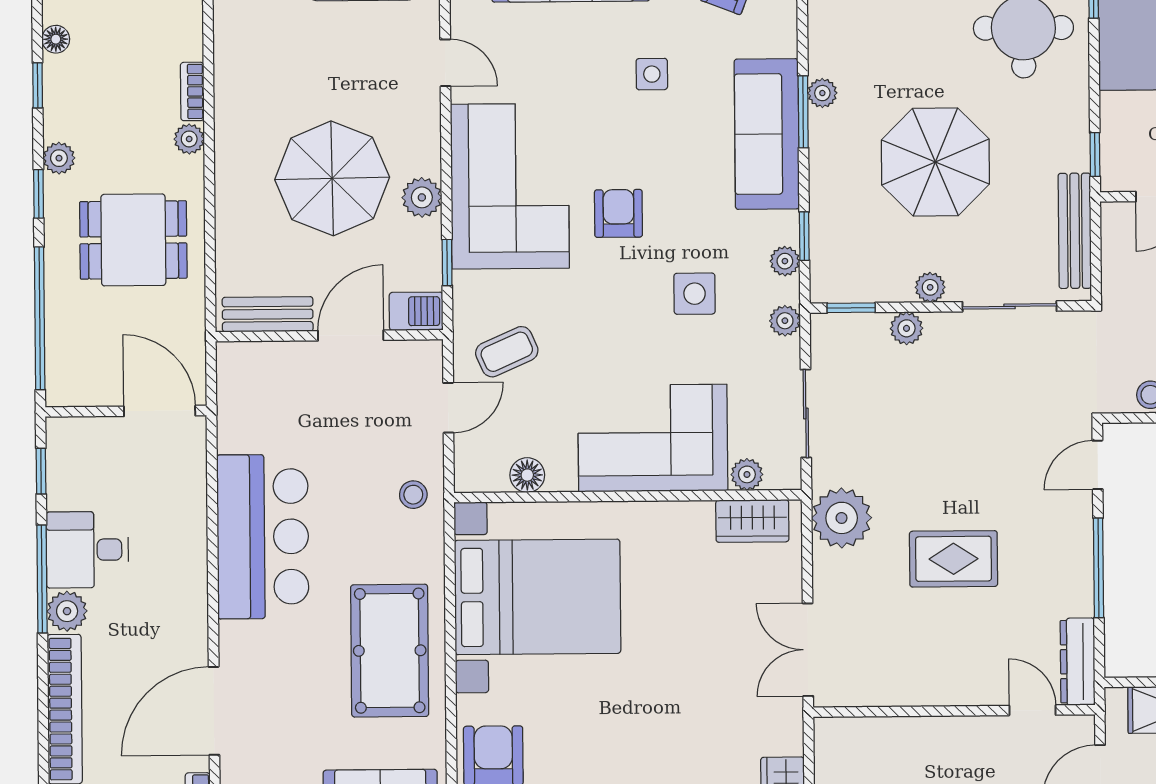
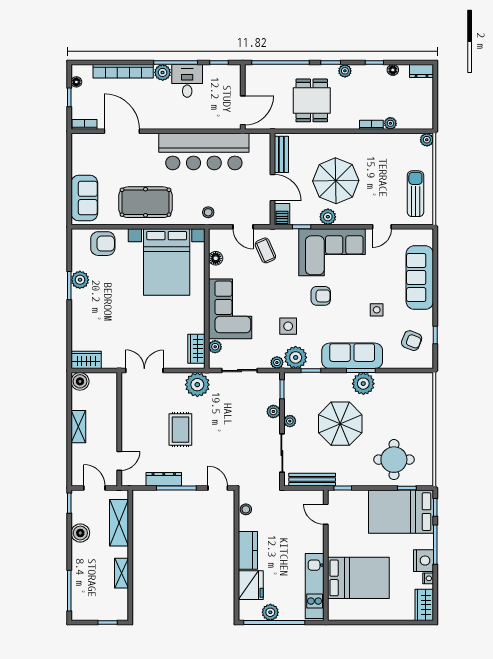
plant: (822, 93) -> (363, 384), width x1.87, depth x1.87
plant: (189, 139) -> (390, 123), moved
plant: (785, 261) -> (296, 357), width x1.87, depth x1.87
bar counter: (263, 537) -> (204, 152), width x1.36
dresser: (1078, 662) -> (164, 479), moved

